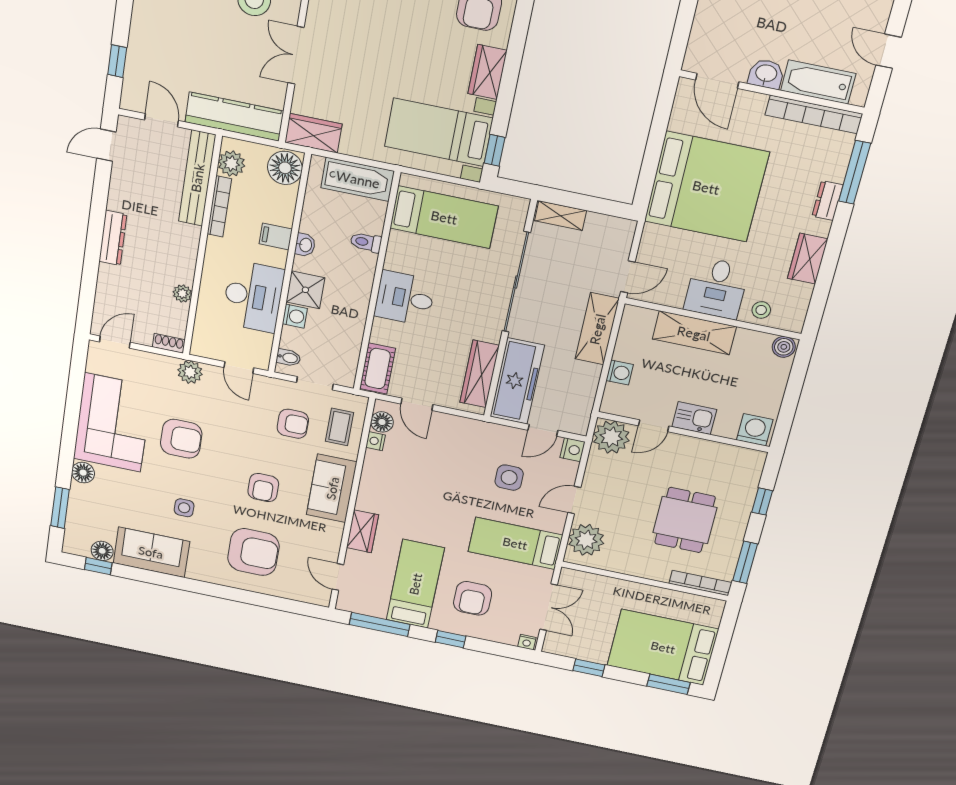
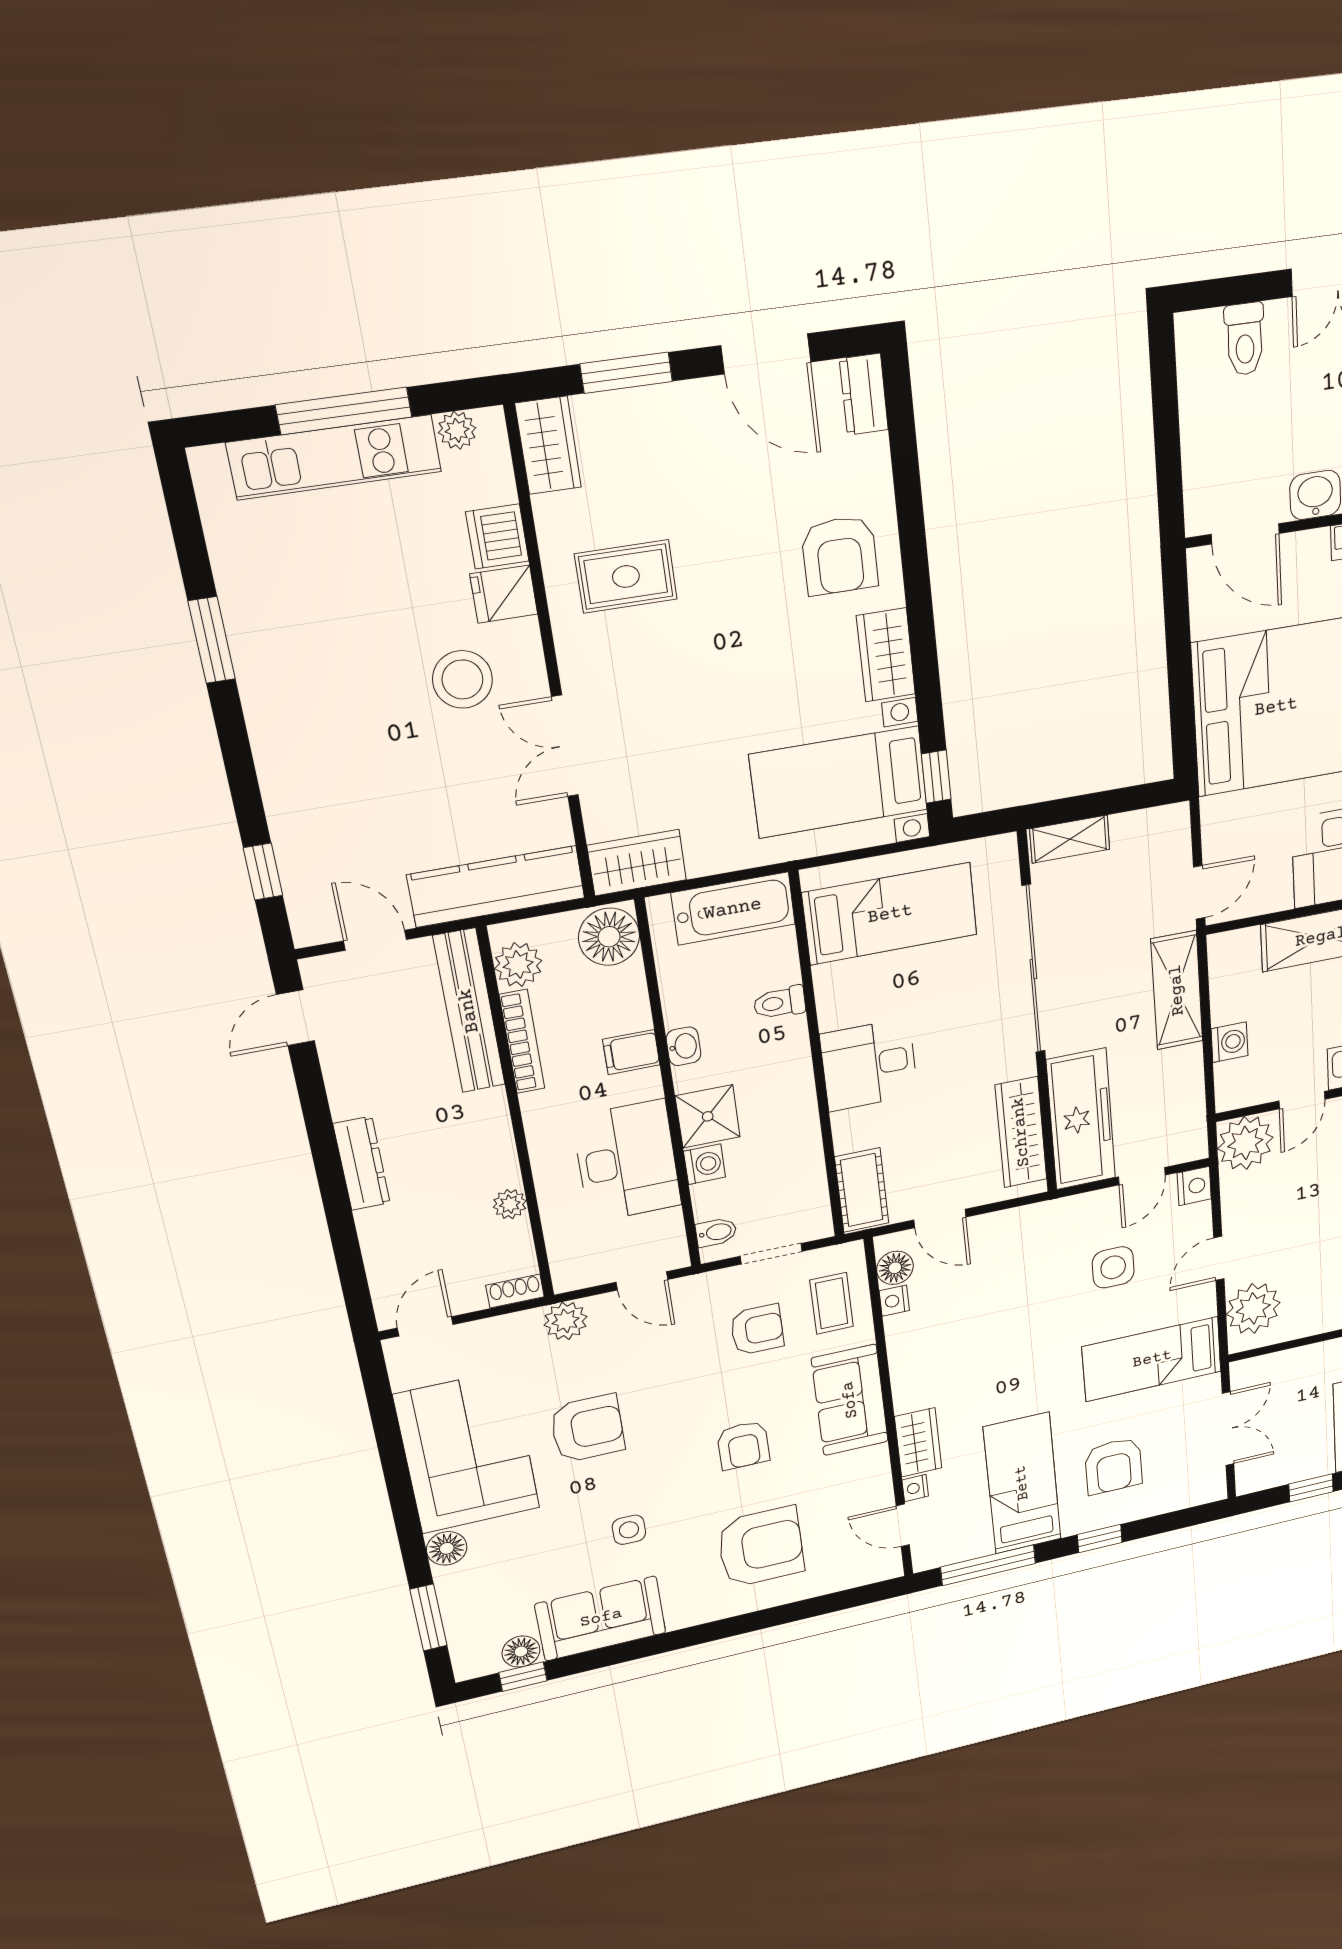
nightstand: (527, 642) -> (915, 1488), moved, turned 90

